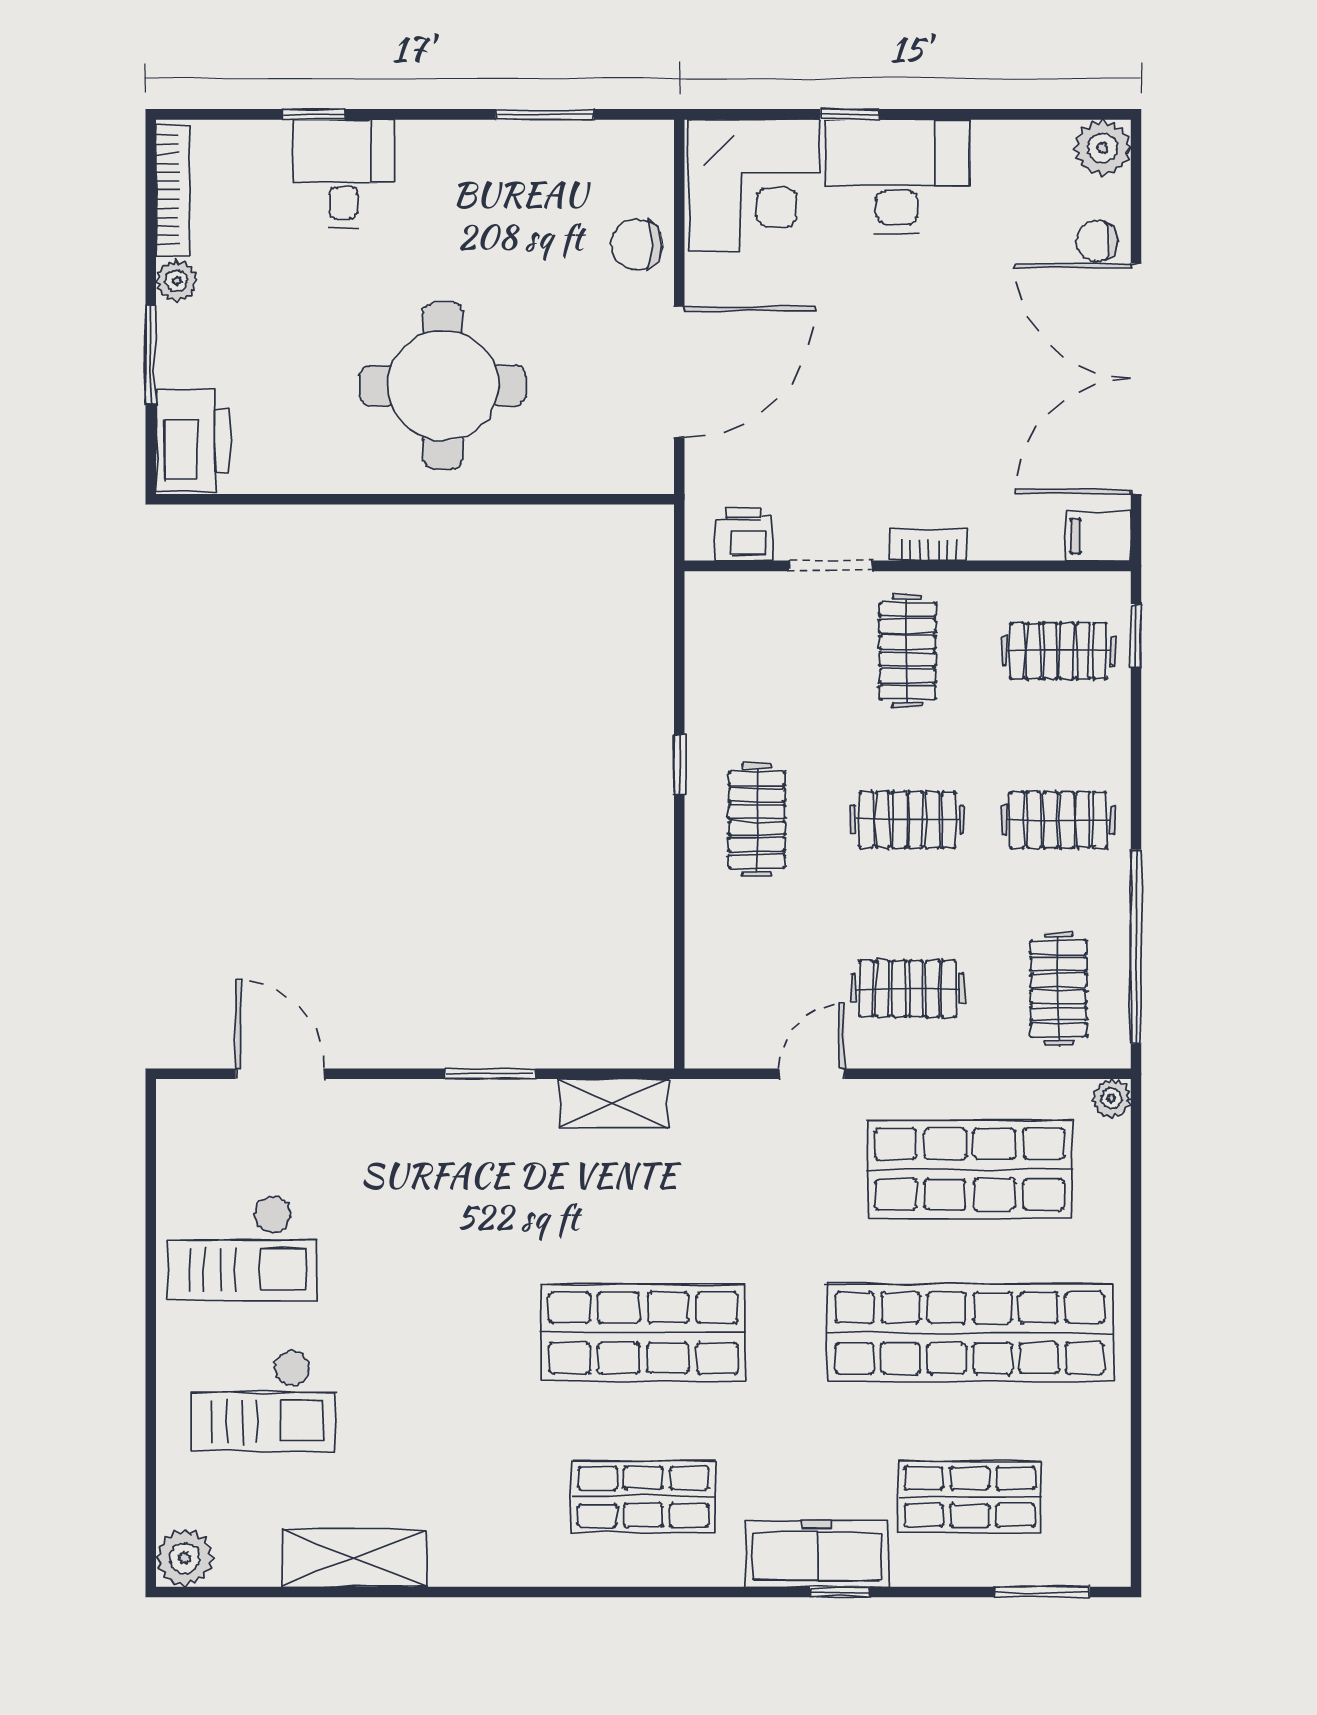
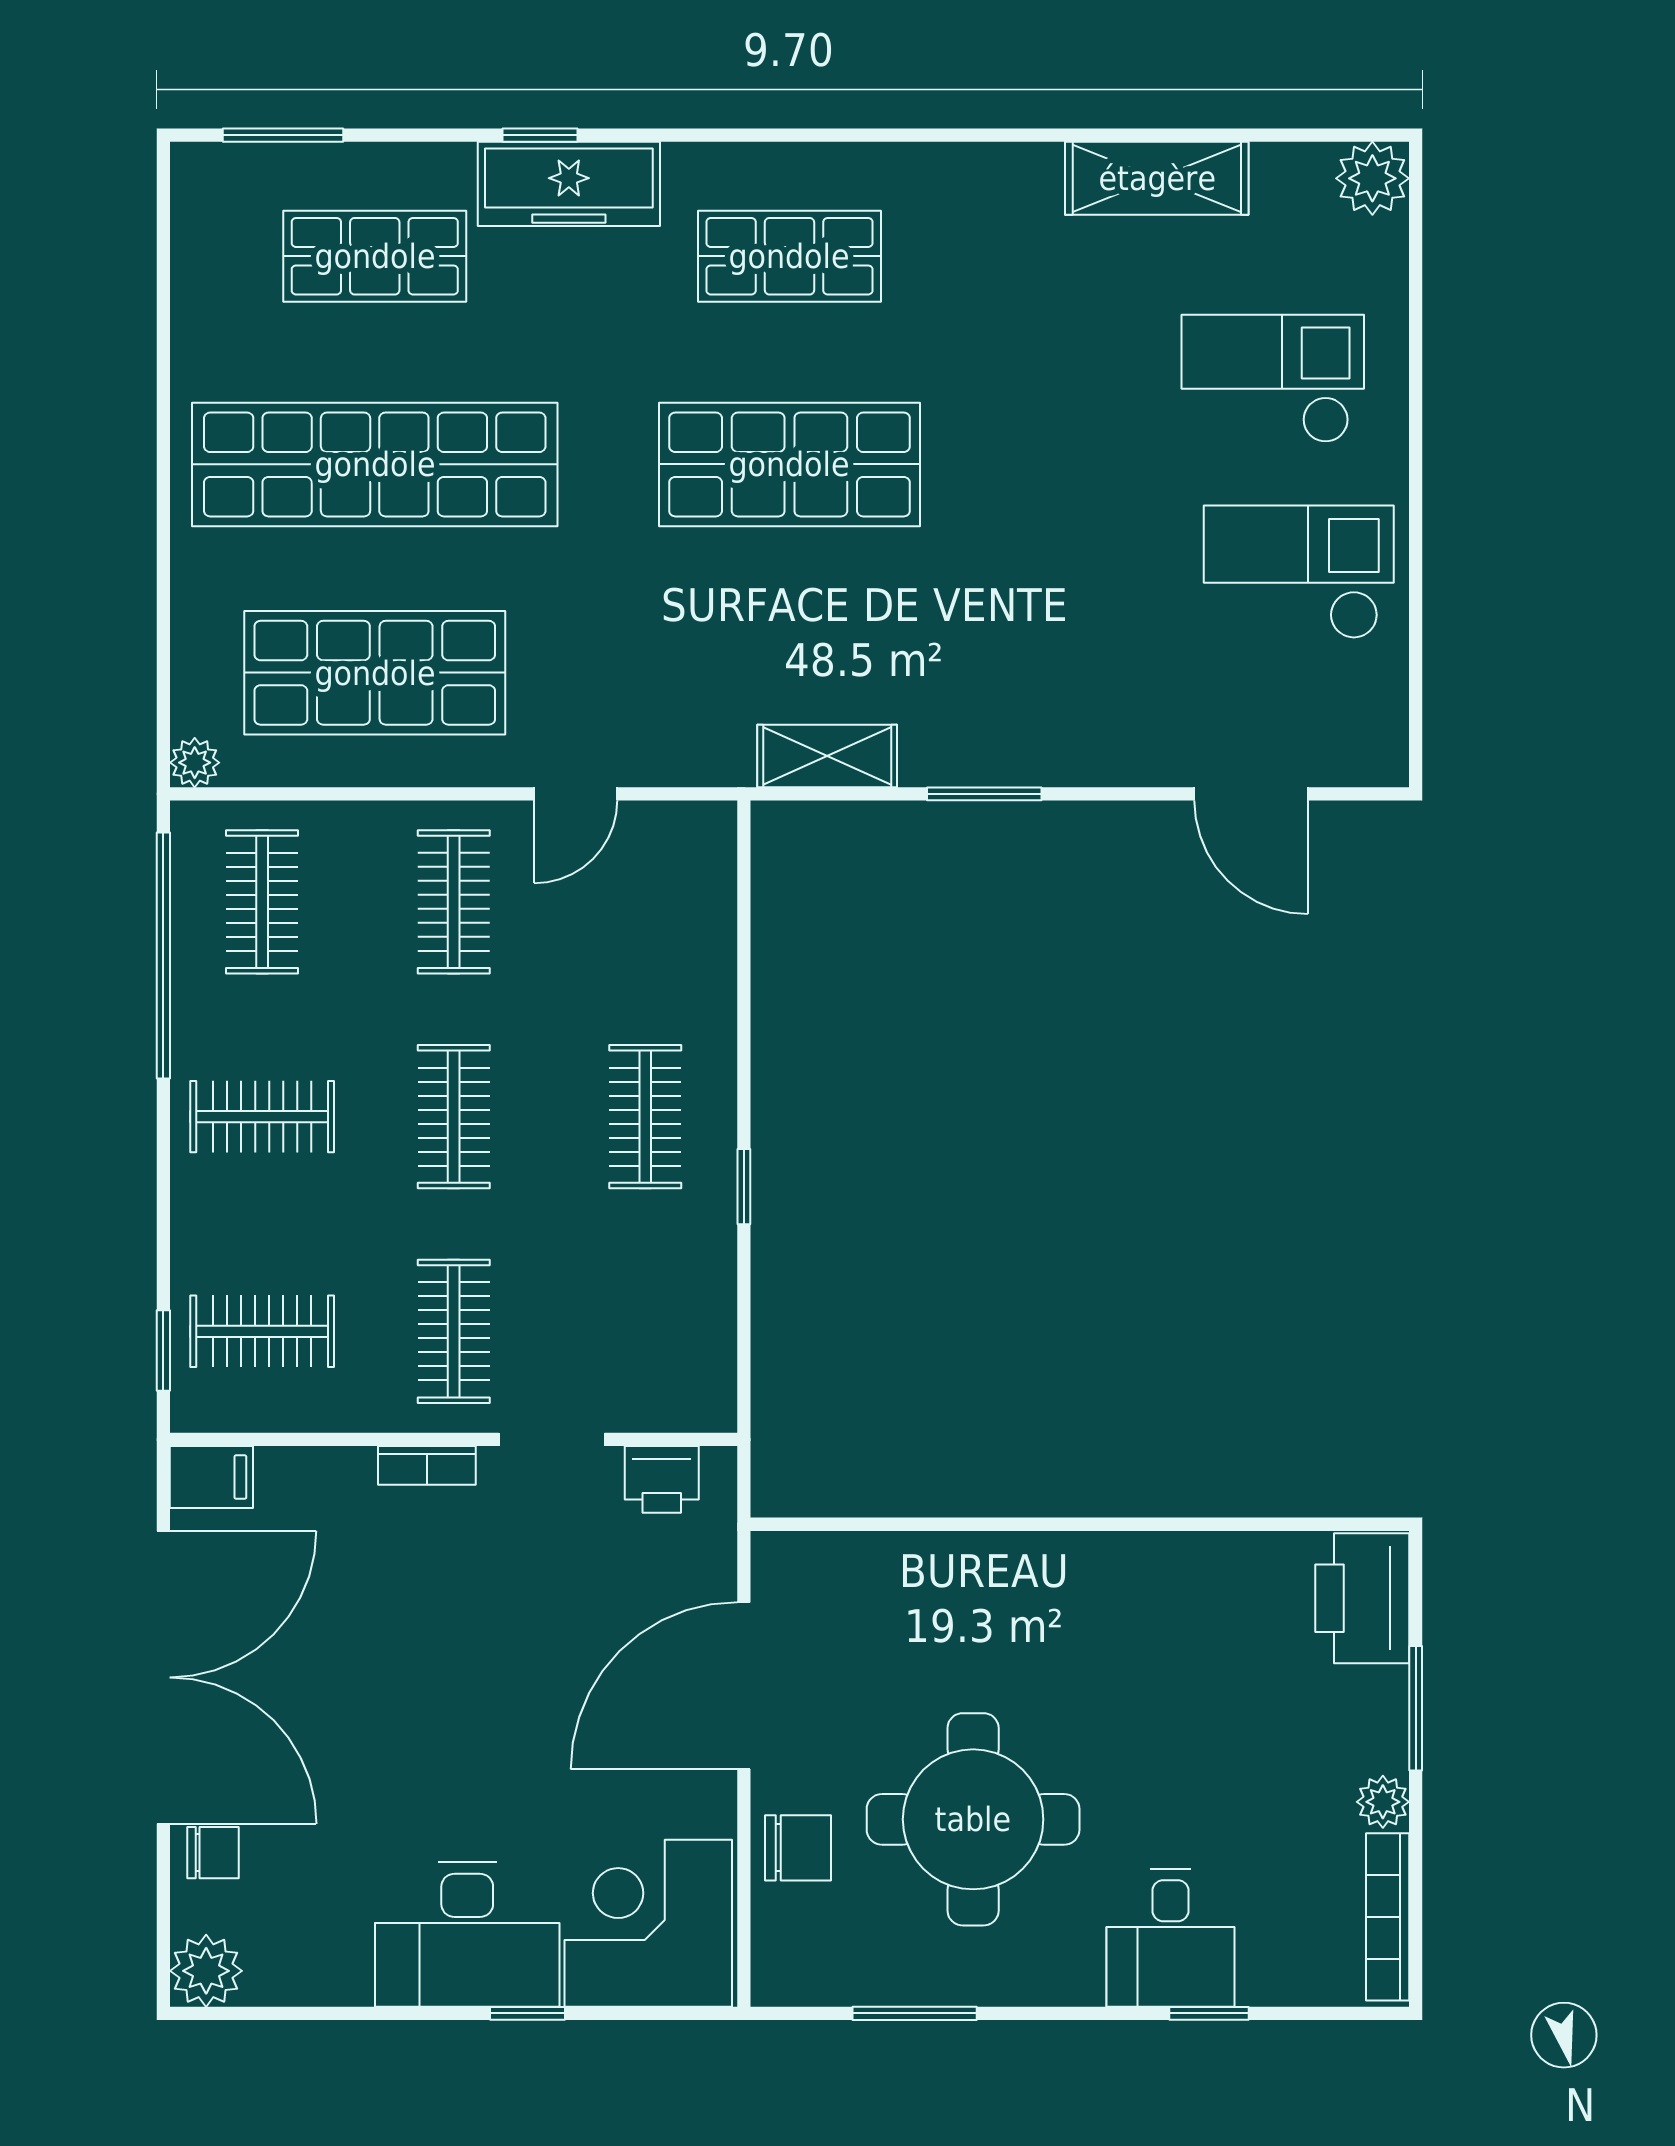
round table: (443, 386) -> (973, 1819), moved
clothes rail: (908, 820) -> (454, 1117), turned 90
clothes rail: (908, 989) -> (454, 902), turned 90

